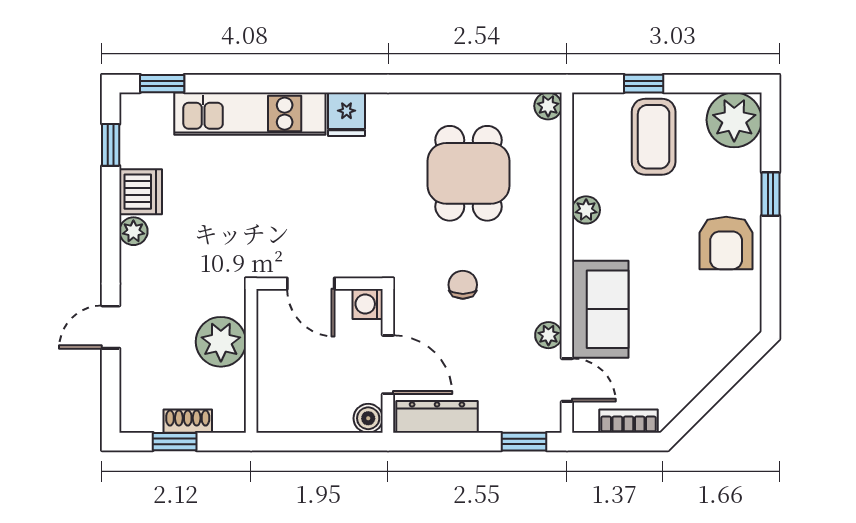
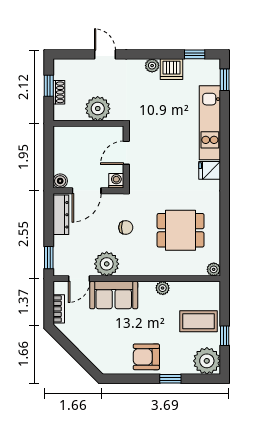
window: (644, 84) -> (225, 336), moved
plant: (548, 335) -> (107, 264), width x1.88, depth x1.88

